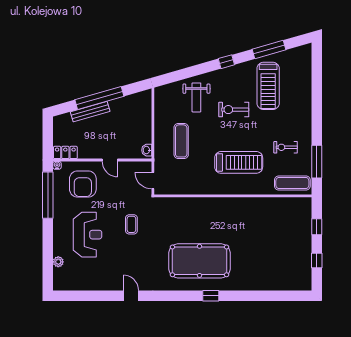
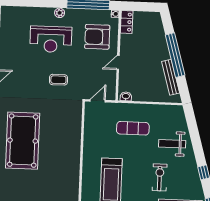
bench: (90, 112) -> (171, 77), moved
plant: (58, 262) -> (60, 13), moved

